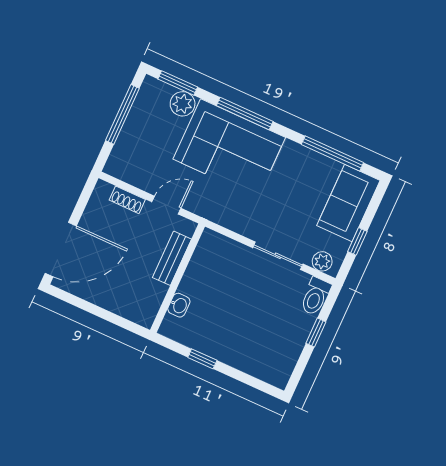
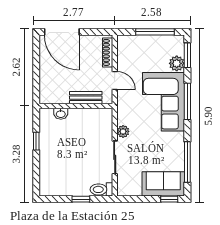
shoe rack: (127, 200) -> (108, 52), width x1.43
window: (357, 241) -> (169, 199), moved
plant: (322, 261) -> (123, 131), moved

